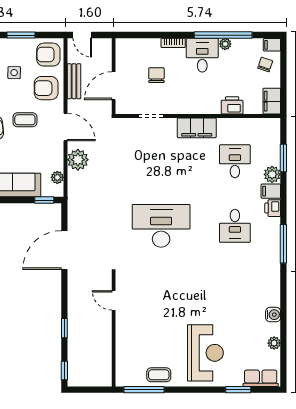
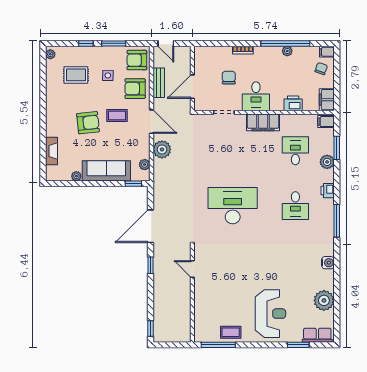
desk: (202, 55) -> (256, 96), moved, turned 180
filing cabinet: (271, 191) -> (326, 122), moved
water cooler: (273, 315) -> (328, 263), moved
window: (64, 328) -> (150, 265), moved
plant: (274, 343) -> (324, 300), width x1.88, depth x1.88

